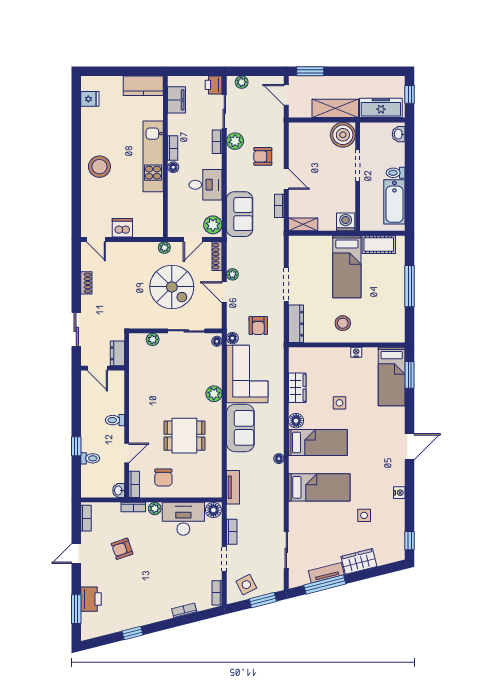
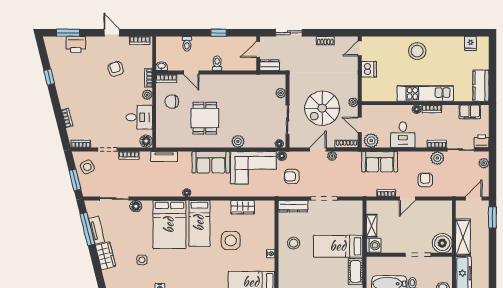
shelving: (303, 224) -> (372, 226), moved
side table: (340, 403) -> (231, 241), width x1.87, depth x1.87
floor lamp: (296, 421) -> (136, 206), moved
window: (76, 446) -> (218, 33), moved
bed: (319, 487) -> (169, 225), width x1.50
desk: (183, 519) -> (139, 117), width x0.73

